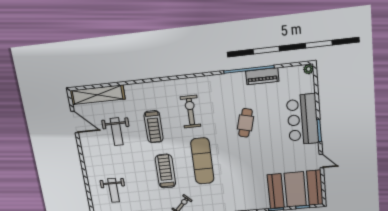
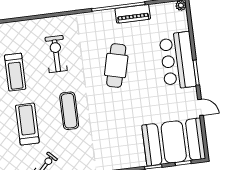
cafe table: (245, 123) -> (116, 66), width x1.37, depth x1.35
exercise mat: (202, 161) -> (69, 111), width x0.73, depth x0.69

